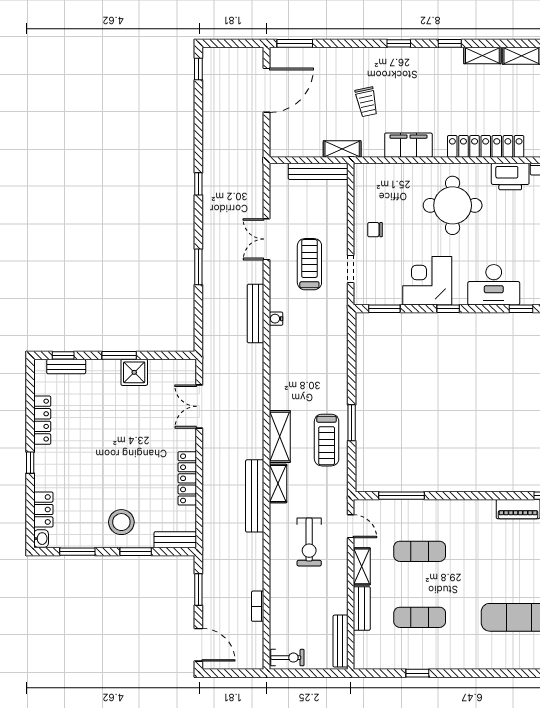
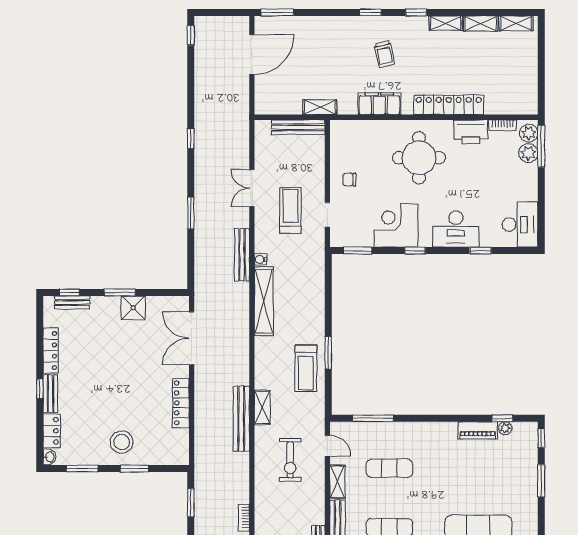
trolley: (367, 102) -> (384, 54), moved
double door: (199, 406) -> (192, 338), width x1.37
shelving: (280, 436) -> (264, 301), moved, width x1.47
bench: (175, 540) -> (50, 394), moved, turned 90

